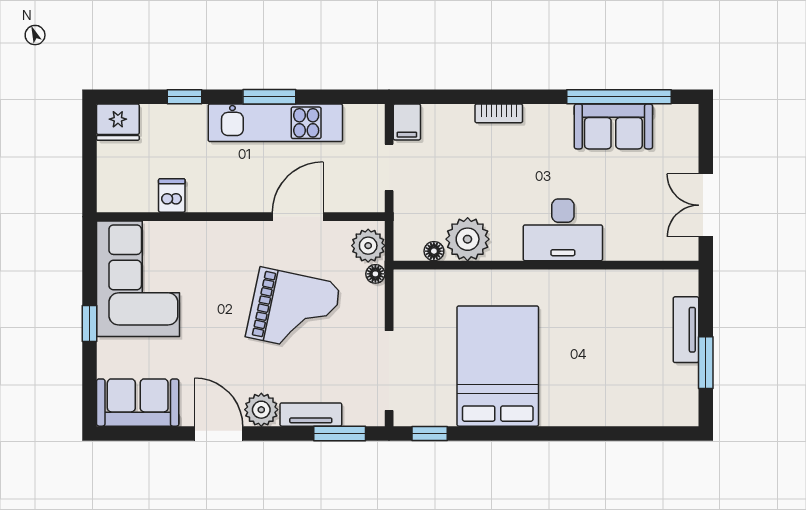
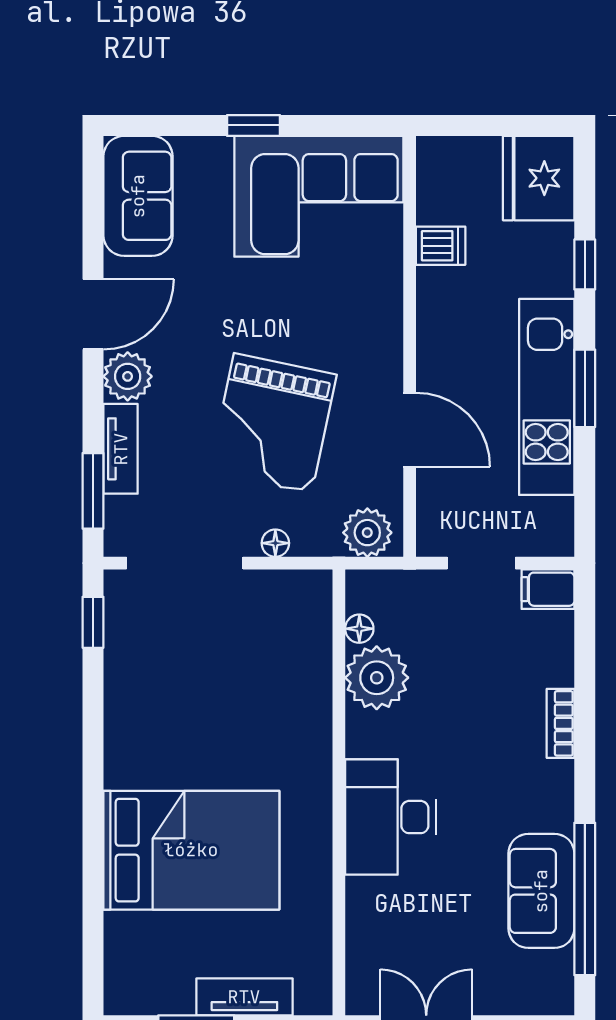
fridge: (118, 122) -> (539, 178), width x1.36, depth x1.34
floor lamp: (375, 274) -> (275, 543), moved
bed: (498, 366) -> (191, 850), moved

